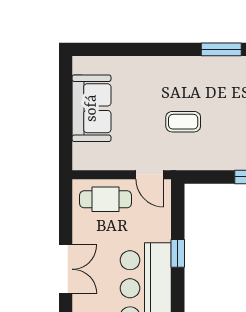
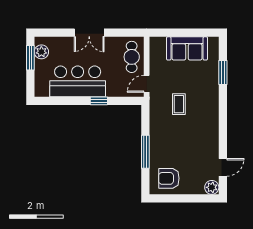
window: (221, 49) -> (223, 73), moved

